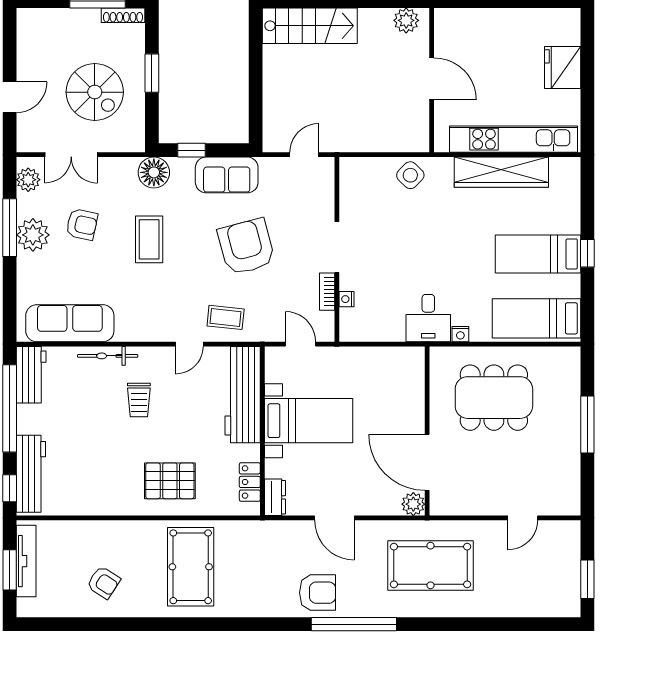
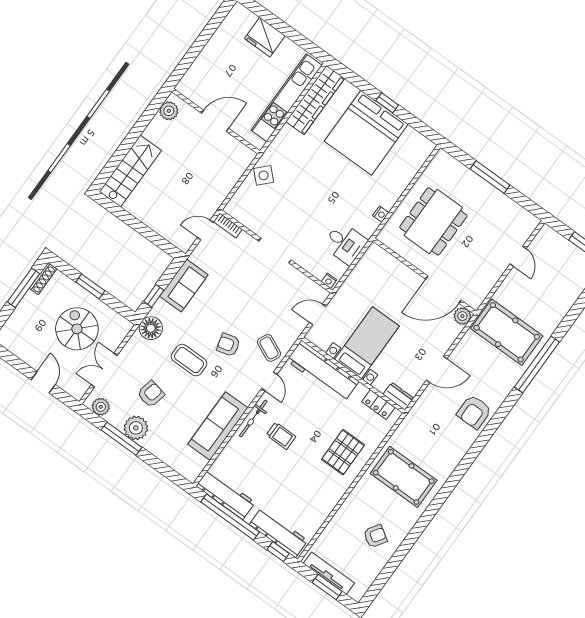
spiral stairs: (95, 92) -> (77, 329), turned -90
double door: (71, 155) -> (104, 370), swing flipped
door: (304, 155) -> (205, 230), hinge flipped
wardrobe: (501, 172) -> (315, 100), moved
armchair: (246, 247) -> (228, 345), moved, width x0.53, depth x0.53
bed: (538, 254) -> (366, 133), width x2.04
bookcase: (327, 292) -> (228, 225), moved
nightstand: (347, 299) -> (329, 281), moved
coffee table: (226, 317) -> (269, 348), turned -71
desk: (428, 318) -> (345, 243), moved
bed: (537, 318) -> (404, 162), removed
sofa: (70, 323) -> (218, 426), moved
bicycle: (108, 356) -> (253, 418), moved
workbench: (31, 375) -> (226, 494), width x1.38
pool table: (431, 565) -> (507, 332), turned 90
armchair: (318, 593) -> (474, 412), turned 180
window: (354, 624) -> (537, 365), moved

